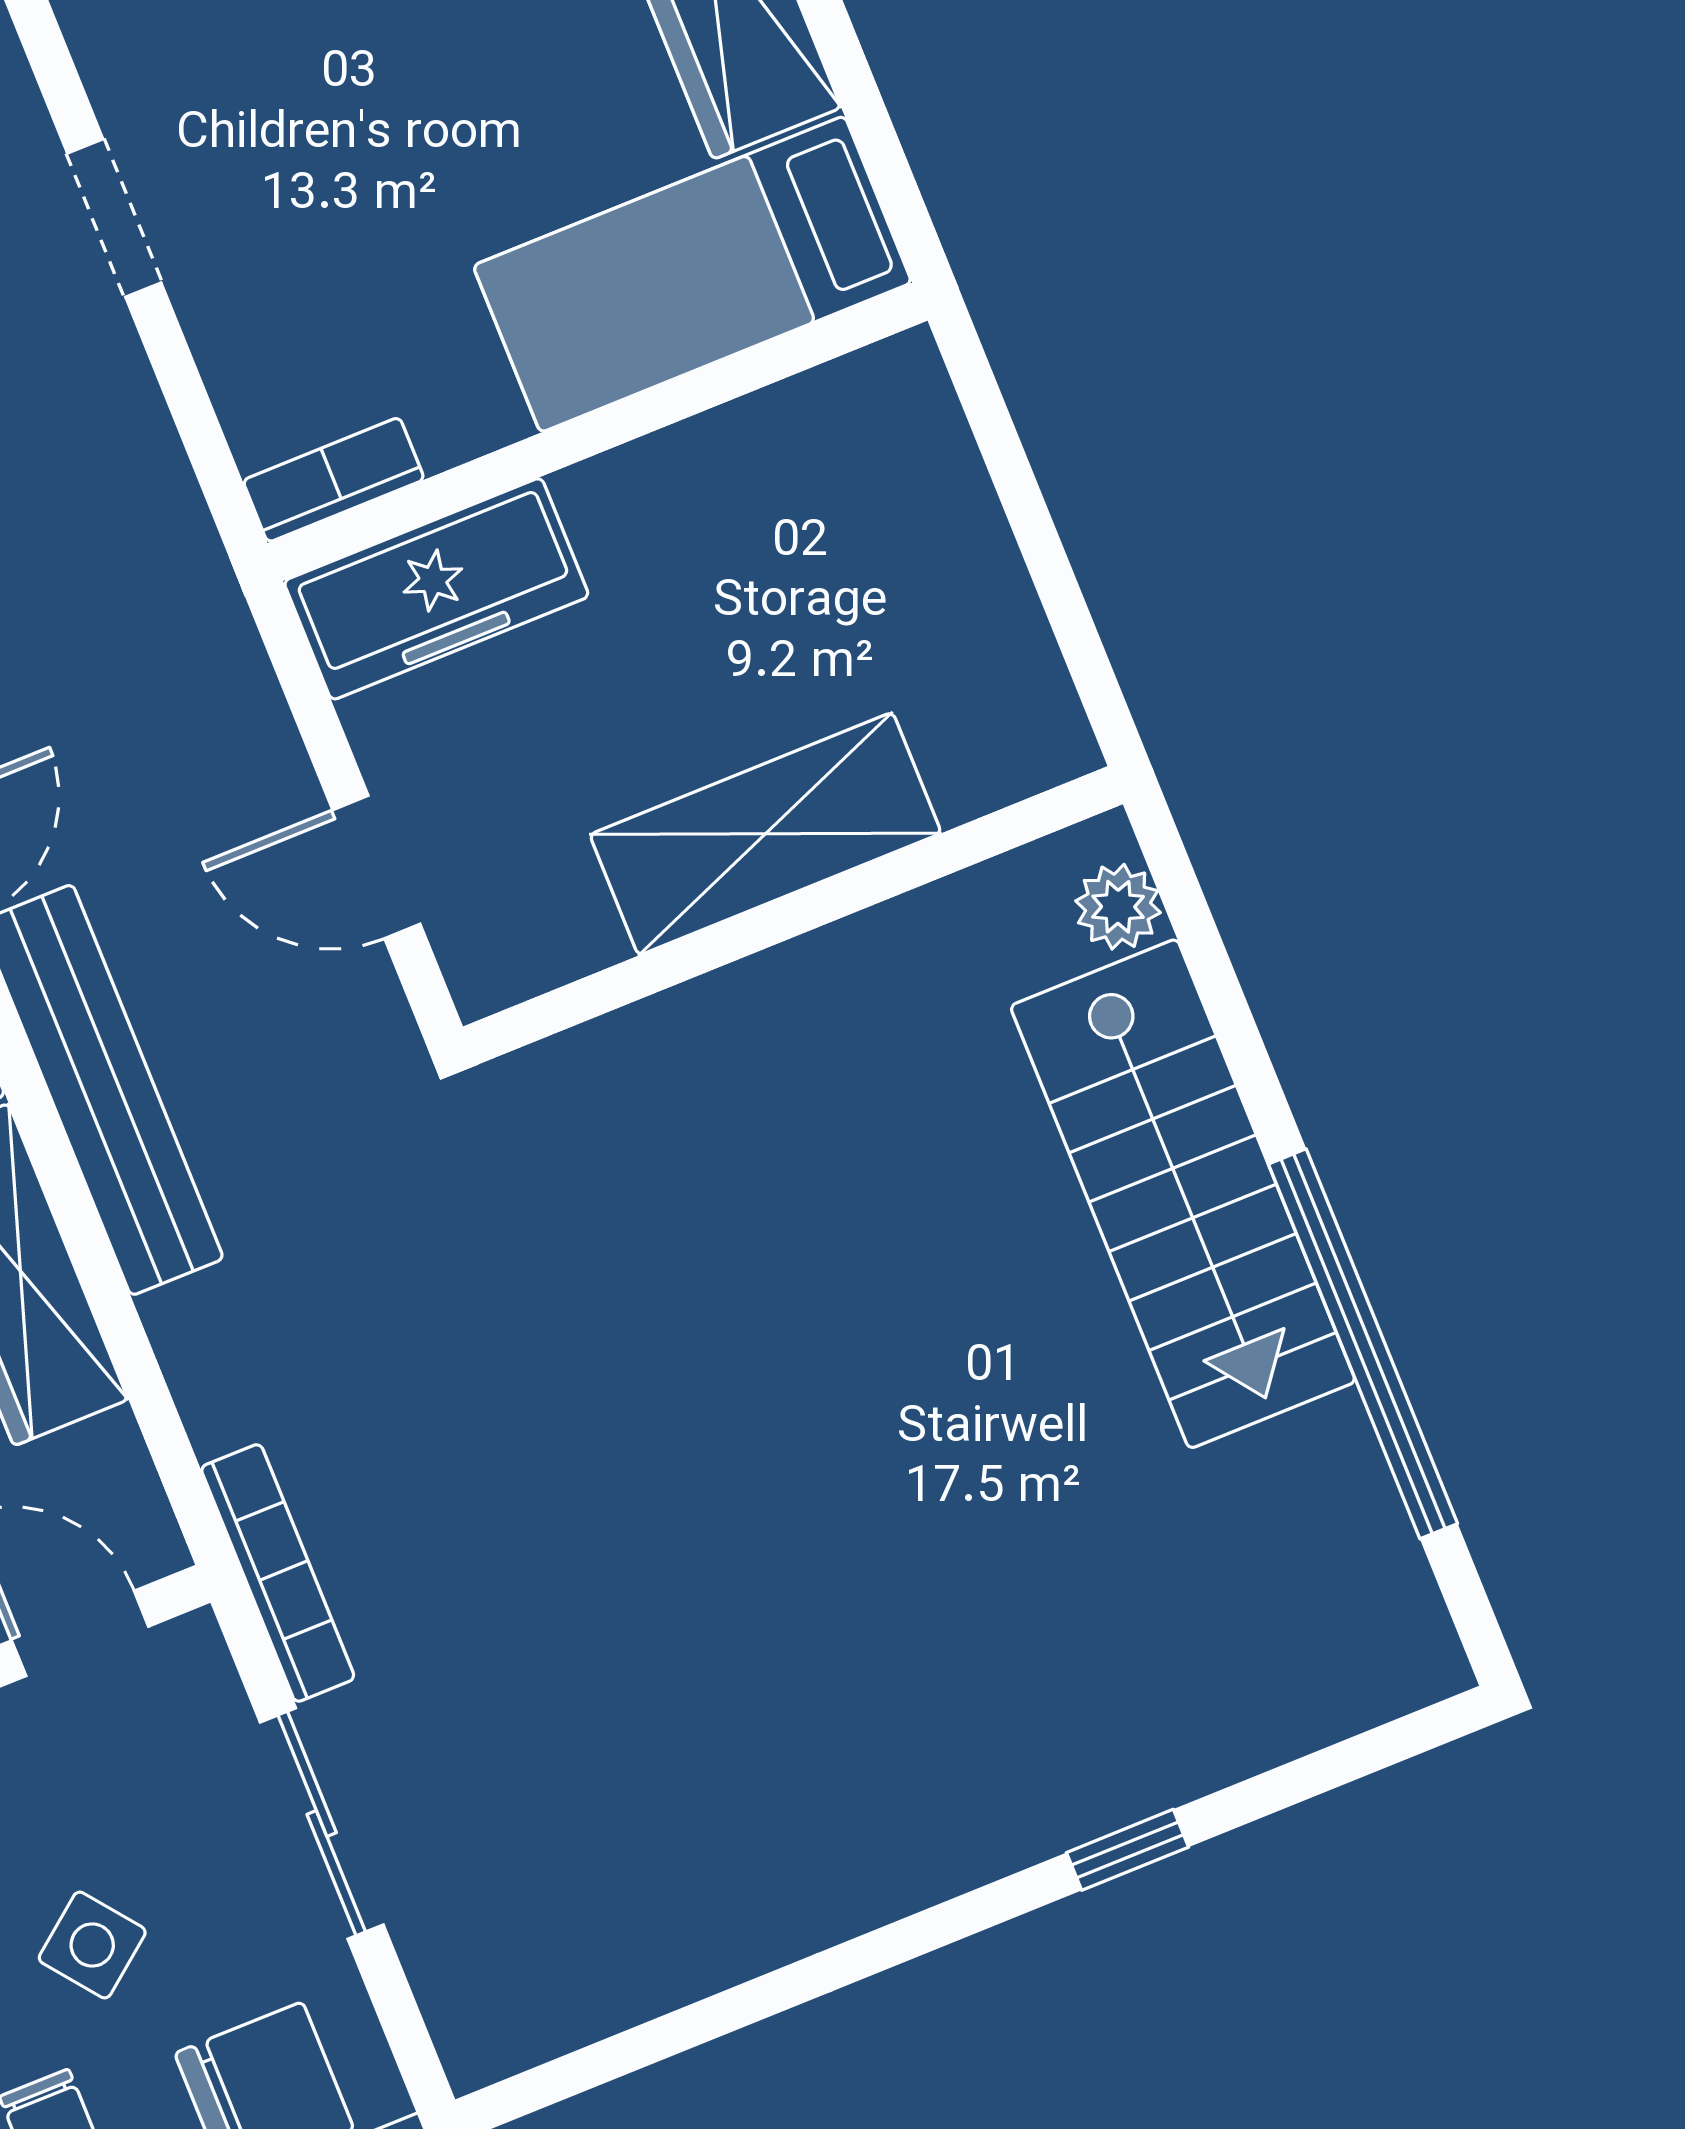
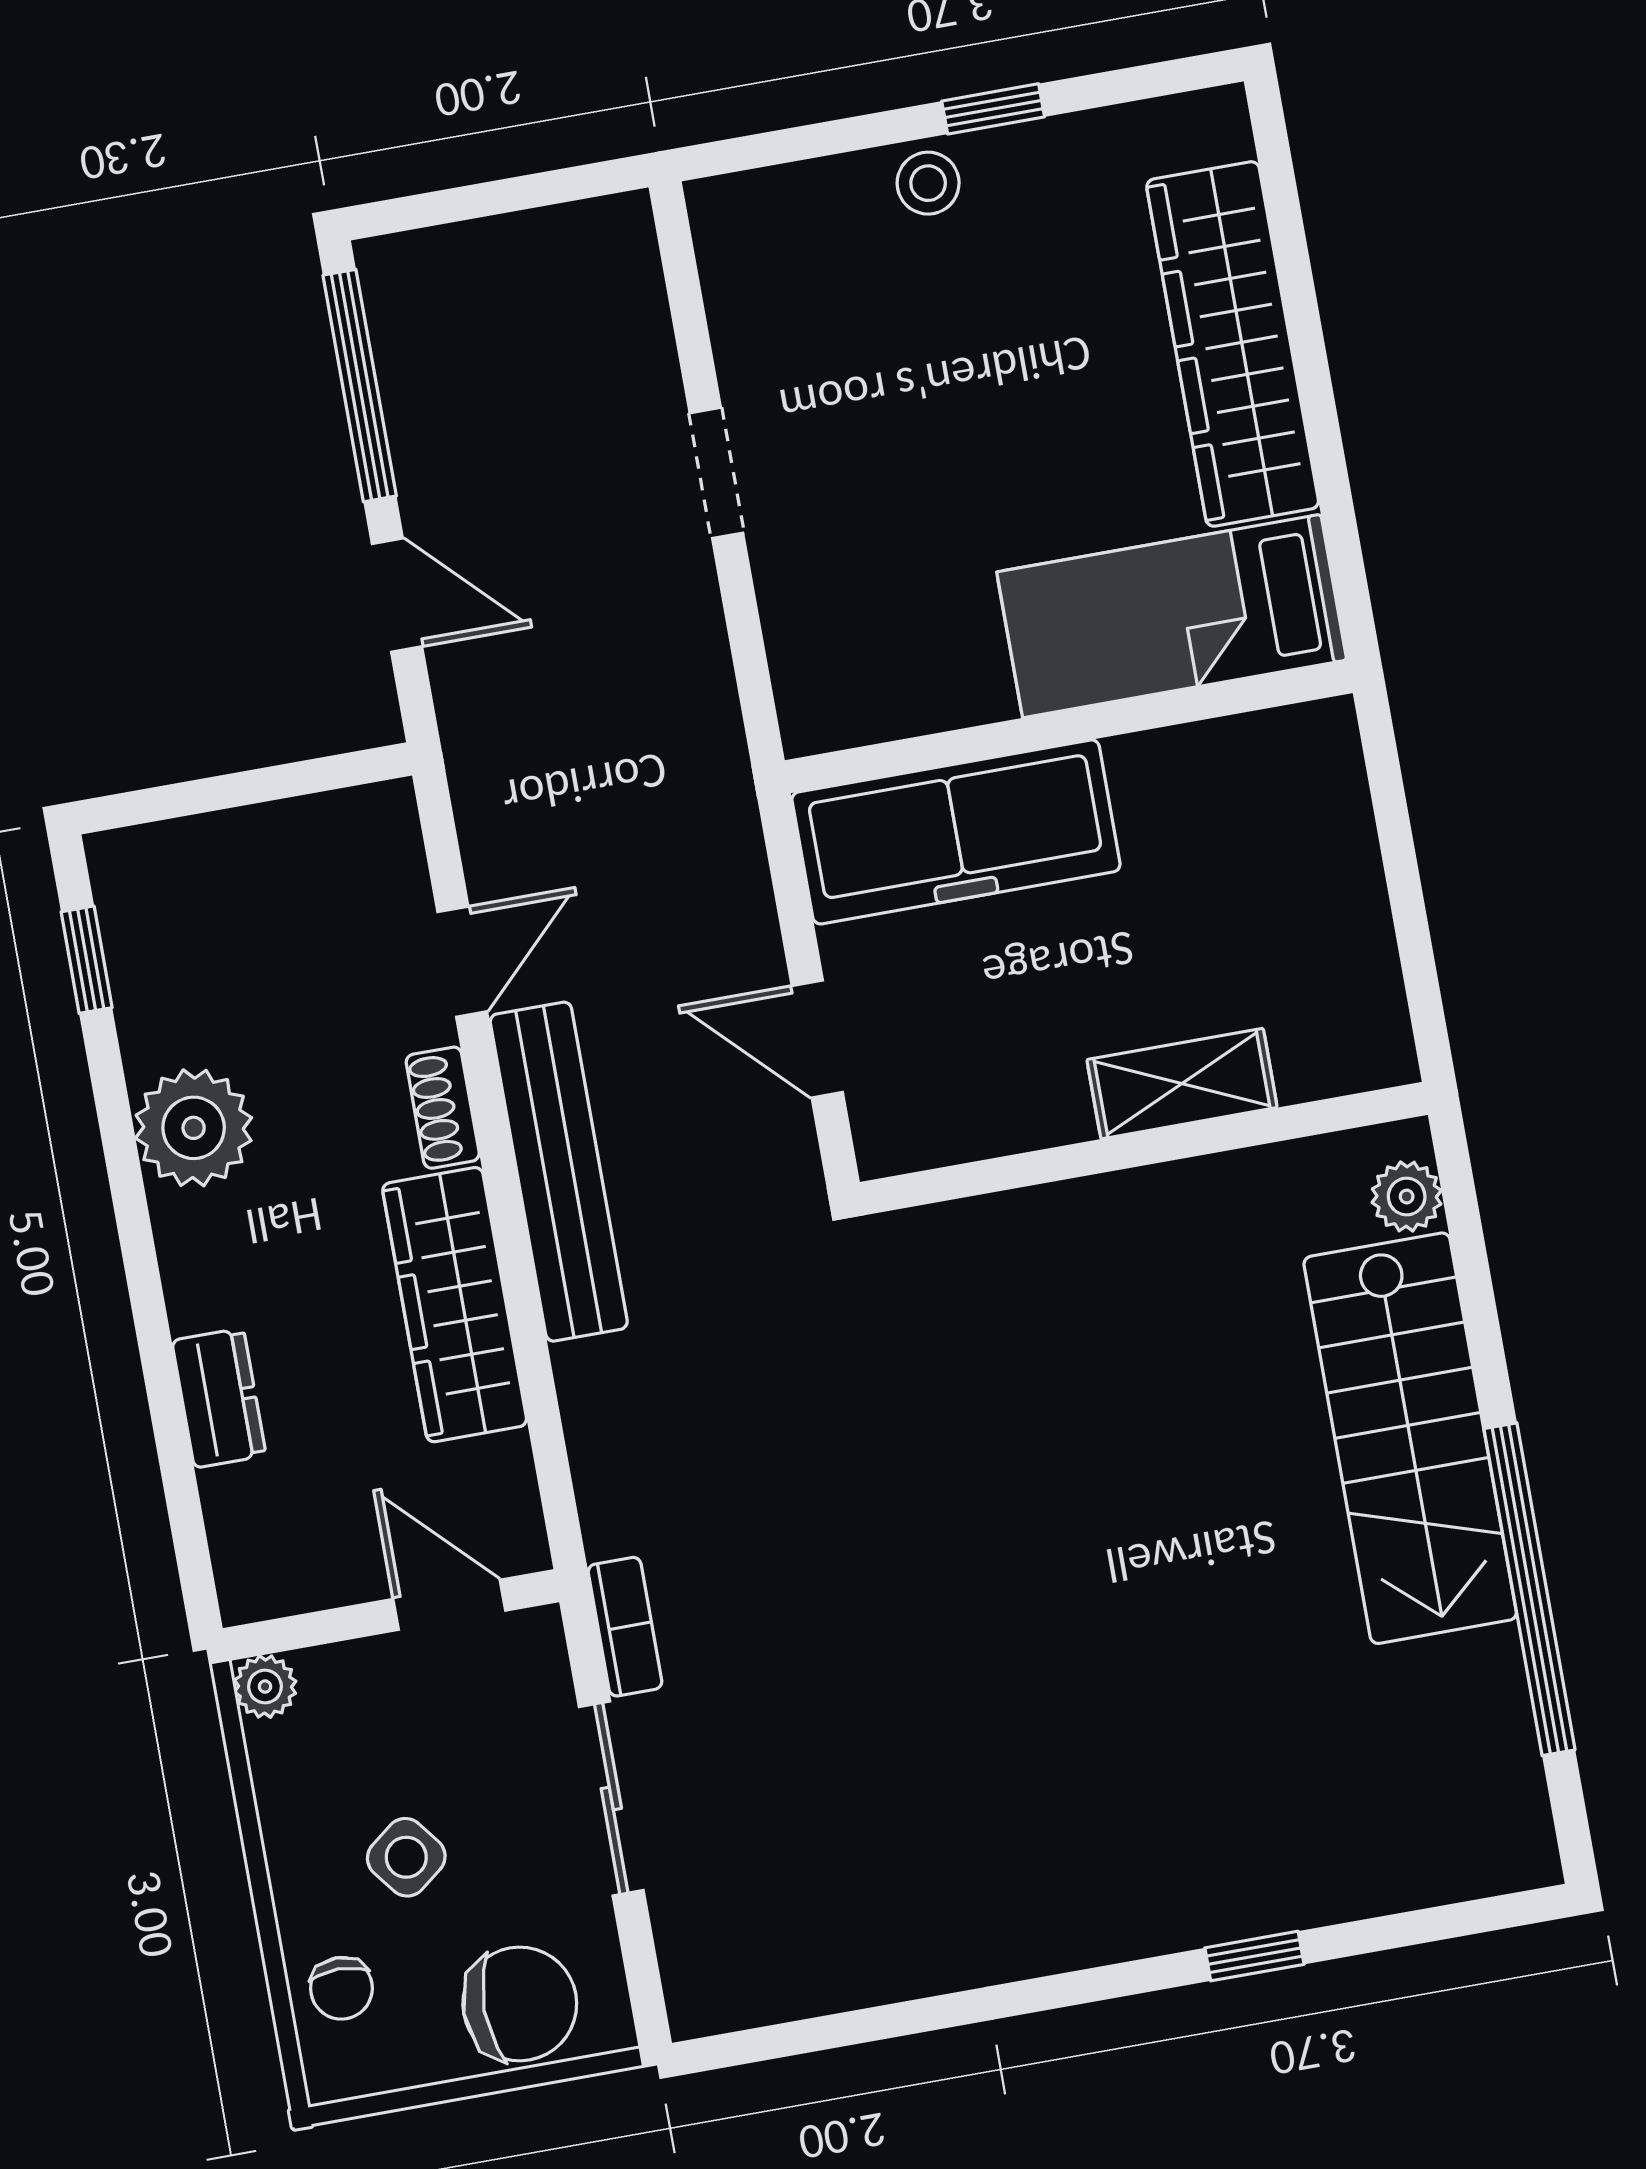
bookcase: (334, 480) -> (848, 721), removed
freezer: (436, 589) -> (956, 832), width x1.36, depth x1.26
shelving: (765, 834) -> (1182, 1084), width x0.67, depth x0.75
bookcase: (278, 1573) -> (625, 1627), width x0.64

